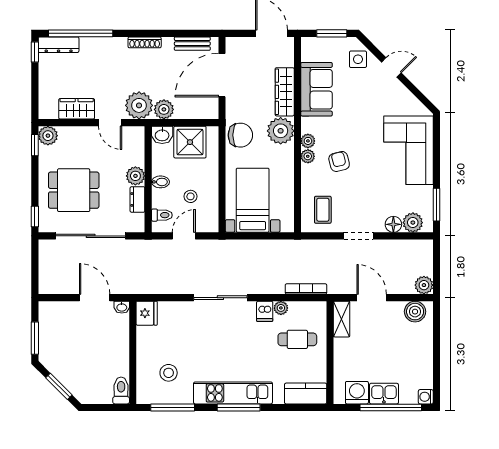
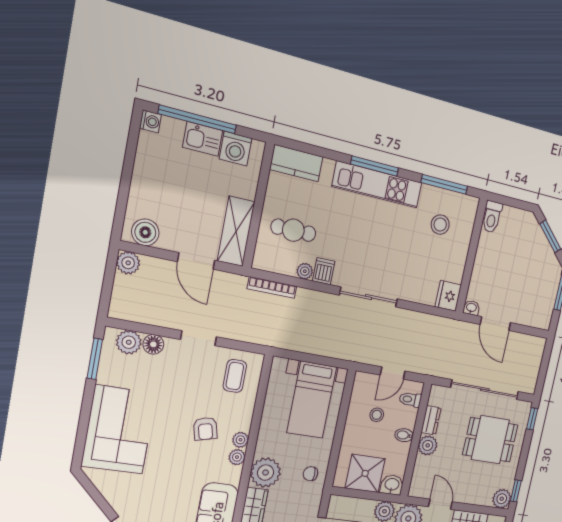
chair: (240, 135) -> (310, 474), width x0.54, depth x0.54
shelving: (342, 319) -> (236, 231), width x1.50, depth x1.33

